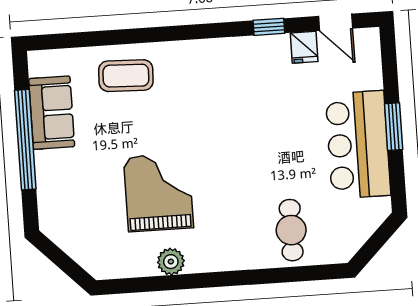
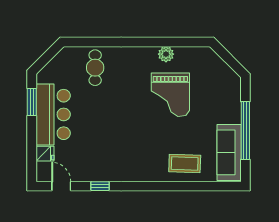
fridge: (304, 47) -> (45, 154), moved, turned 90
sofa: (52, 113) -> (229, 152), width x1.36
window: (394, 127) -> (32, 102), moved

